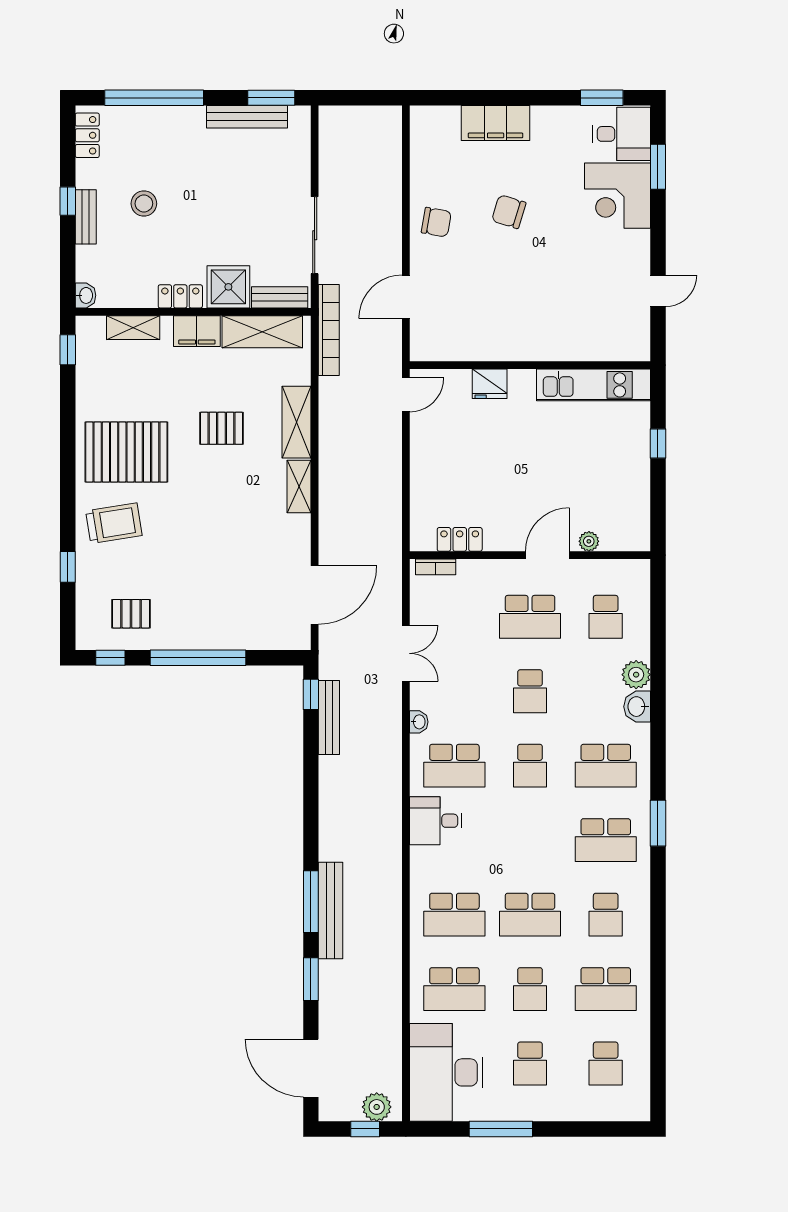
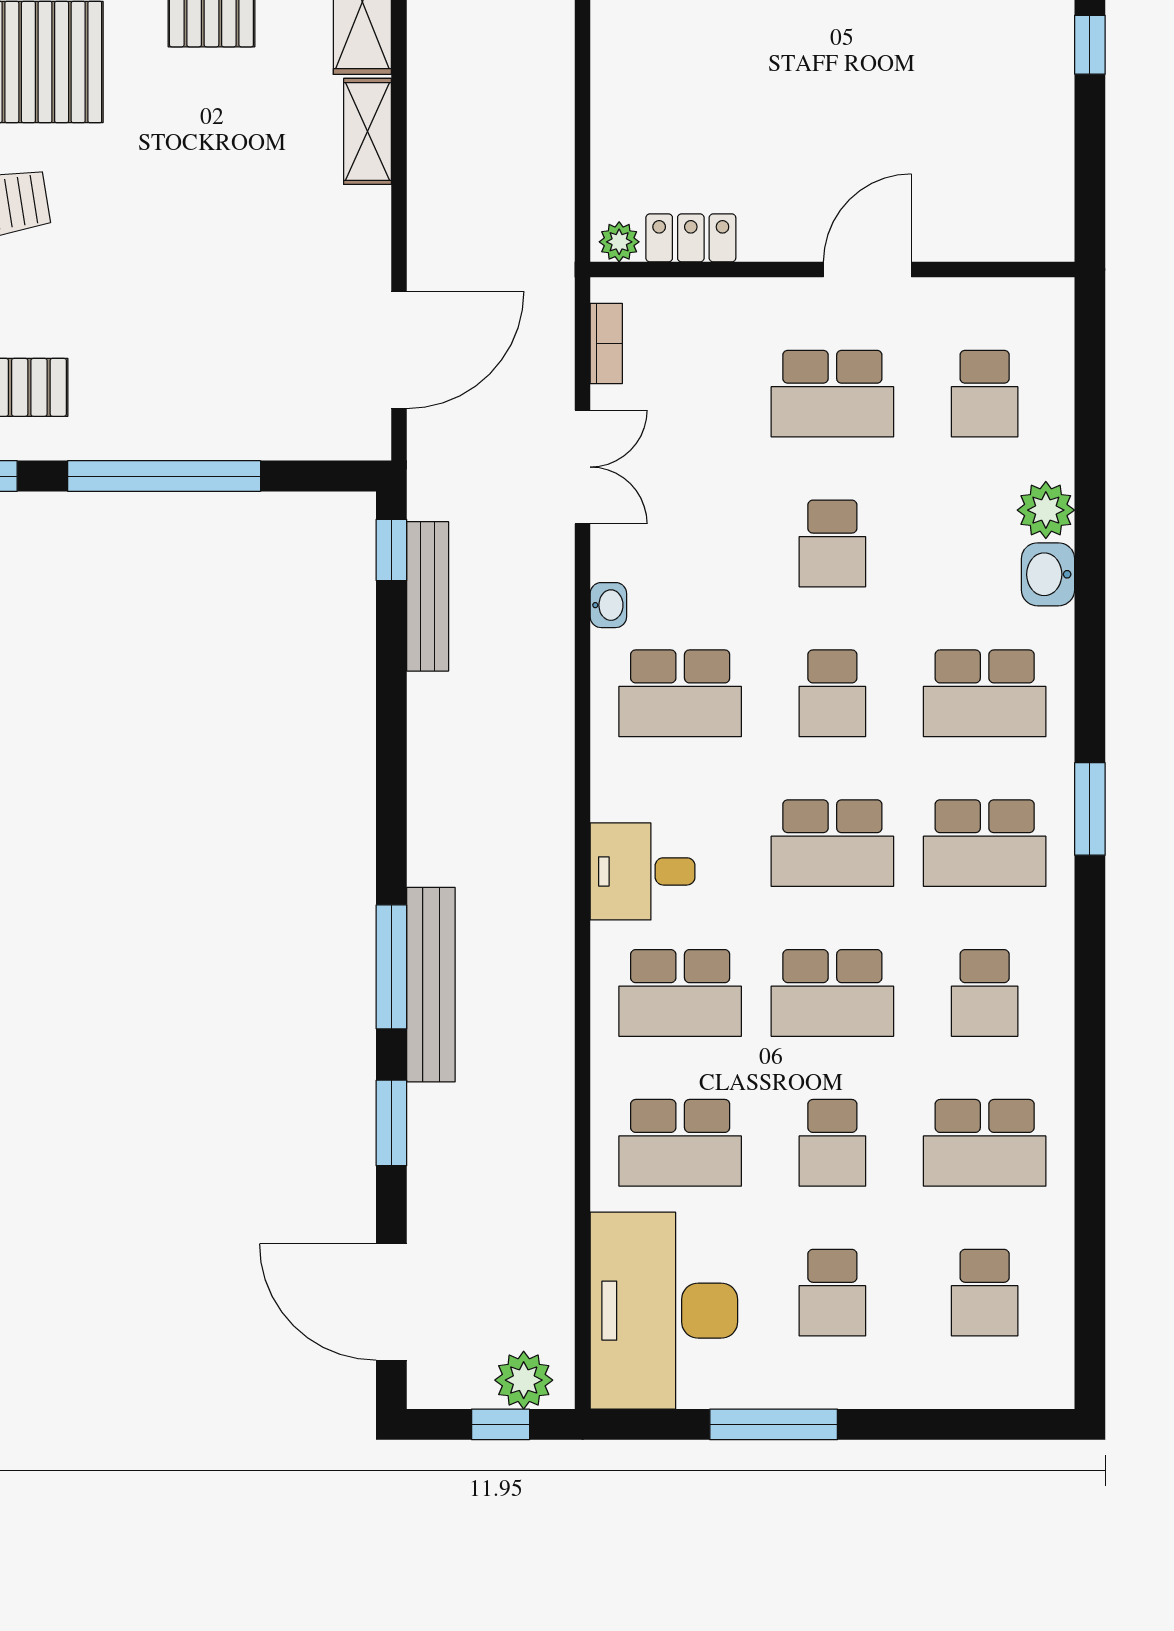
plant: (589, 541) -> (619, 242), moved
bookcase: (436, 567) -> (606, 344), moved, turned -90
desk: (436, 821) -> (643, 871), moved
school desk: (530, 840) -> (832, 843), added

